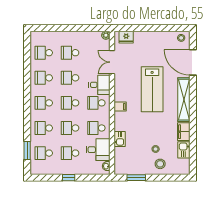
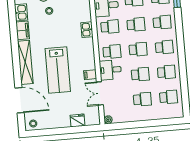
fridge: (126, 37) -> (78, 120), moved
double door: (112, 62) -> (100, 93), swing flipped
lab bench: (152, 89) -> (58, 70), turned 180
filing cabinet: (120, 107) -> (90, 75), moved
kitchen sink: (120, 139) -> (87, 30), moved

